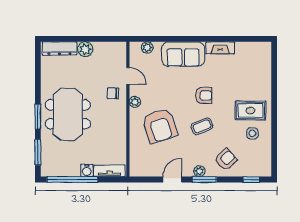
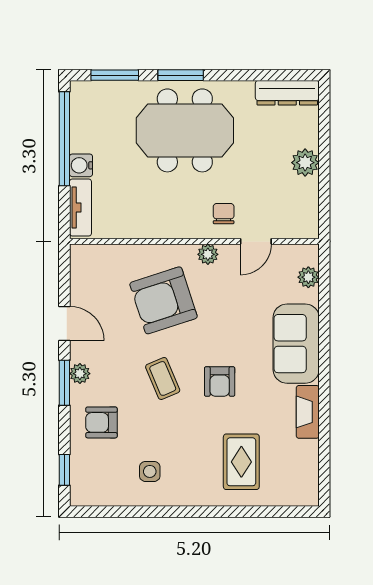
dresser: (59, 48) -> (287, 93), moved, turned -90
rug: (250, 111) -> (241, 462), moved
armchair: (226, 159) -> (101, 422), turned 134

